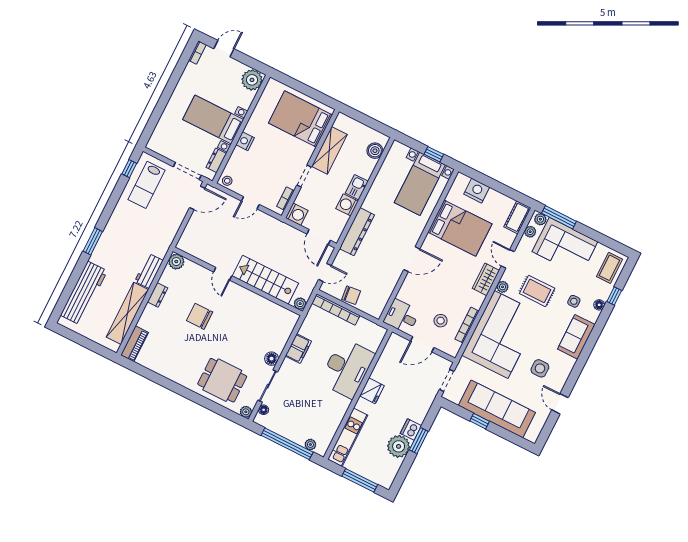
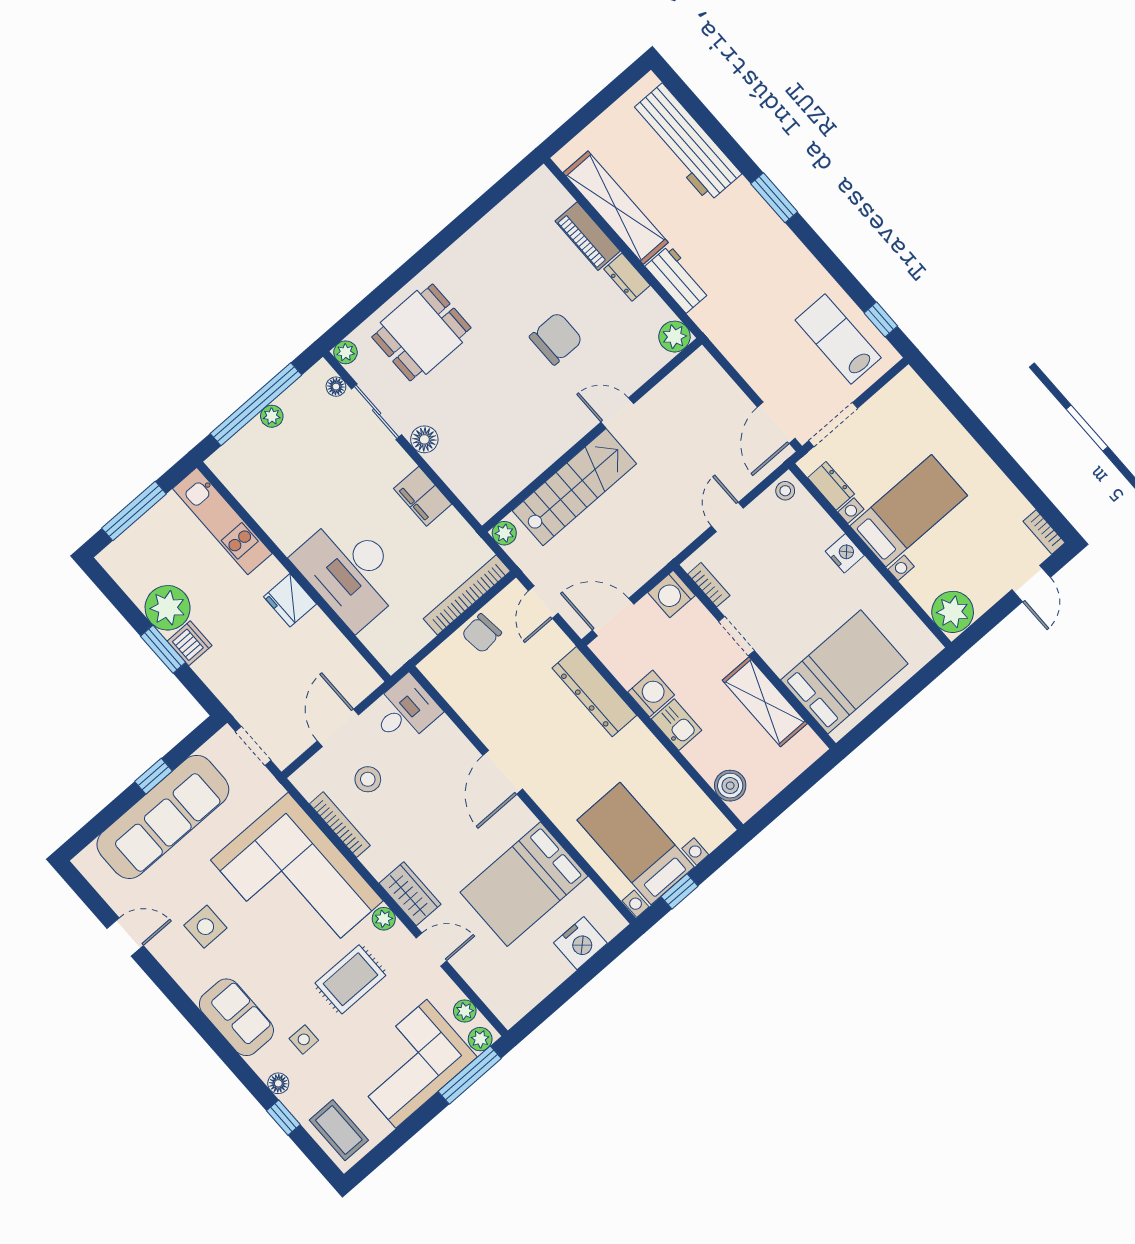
cot: (517, 217) -> (501, 998), removed
piano: (134, 344) -> (588, 236), moved
plant: (310, 445) -> (272, 416), moved

